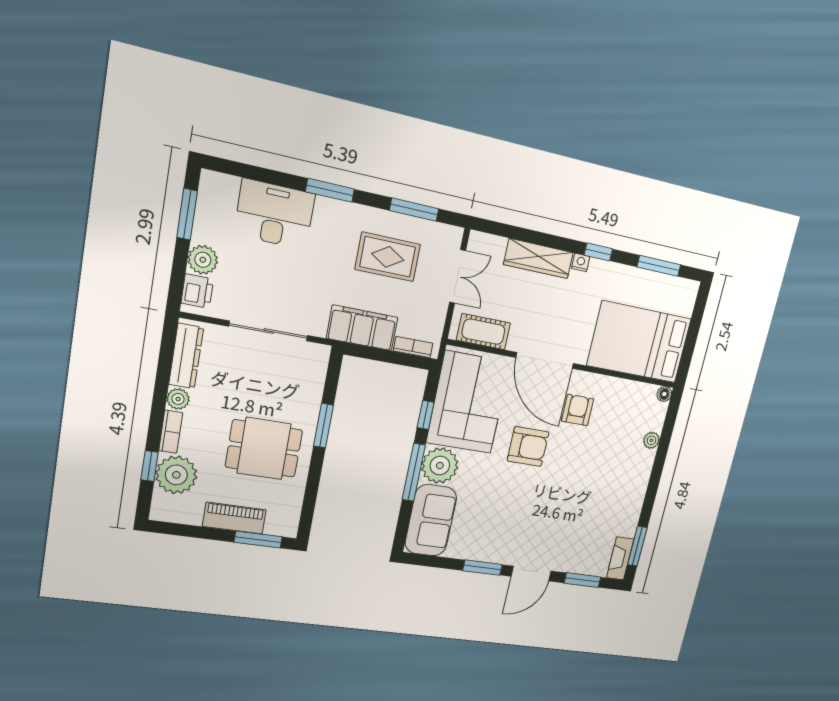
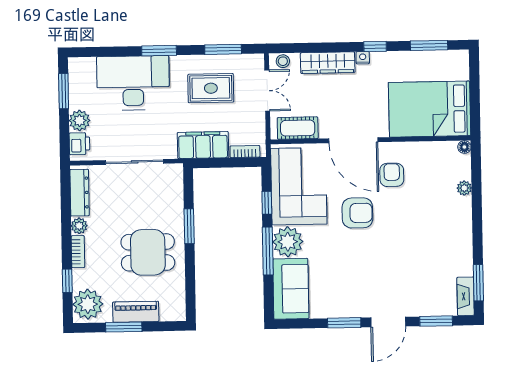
desk: (275, 214) -> (133, 83), width x1.36, depth x1.30
stool: (485, 244) -> (283, 61), added
plant: (176, 475) -> (88, 304), moved
window: (258, 539) -> (124, 327), moved

